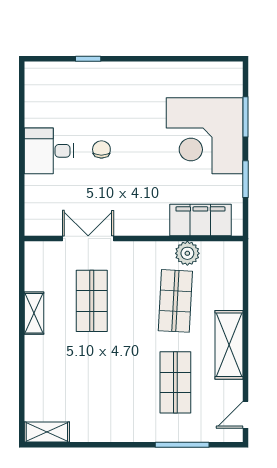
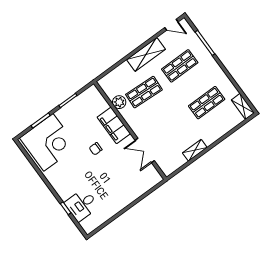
corner desk: (205, 136) -> (48, 142), moved
chair: (101, 149) -> (96, 149), moved
desk: (49, 151) -> (82, 205), moved, turned 90
filing cabinet: (200, 220) -> (114, 125), moved
shop shelf: (92, 301) -> (207, 103), moved

